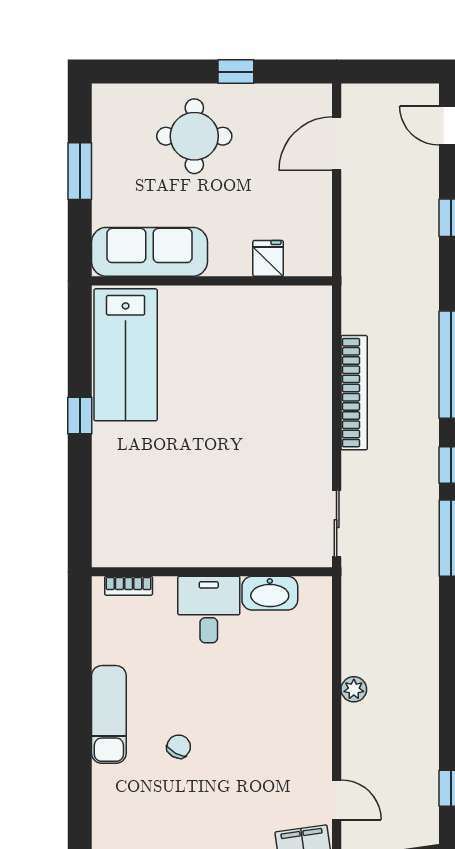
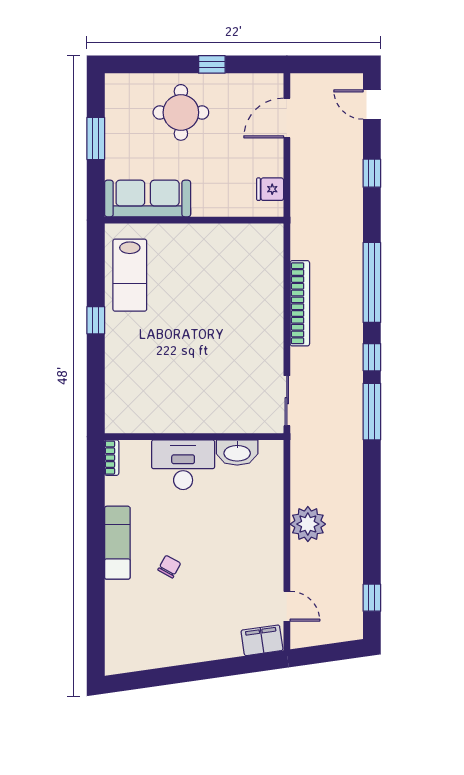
fridge: (268, 258) -> (270, 189), moved, turned -90
lab bench: (126, 355) -> (130, 275), width x0.73, depth x0.72
bookcase: (129, 586) -> (112, 458), moved, turned -90
desk: (209, 610) -> (183, 465), width x1.37
plant: (354, 689) -> (308, 524), width x1.88, depth x1.88

